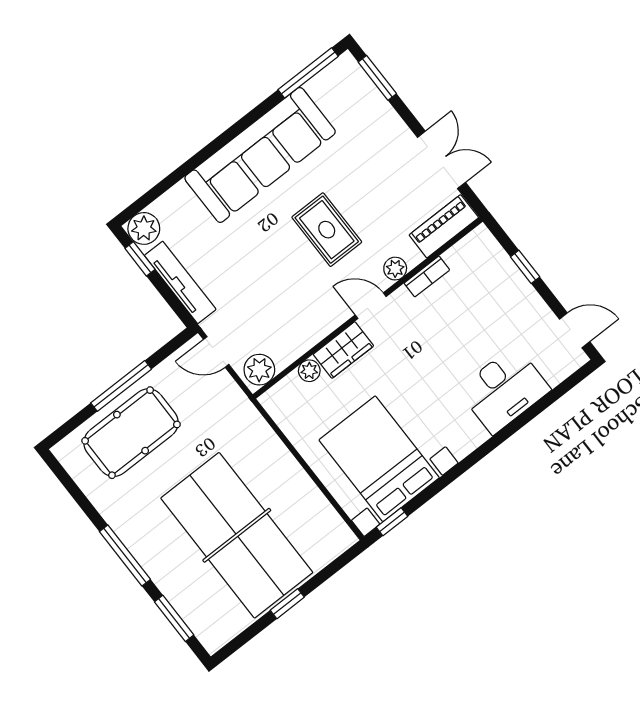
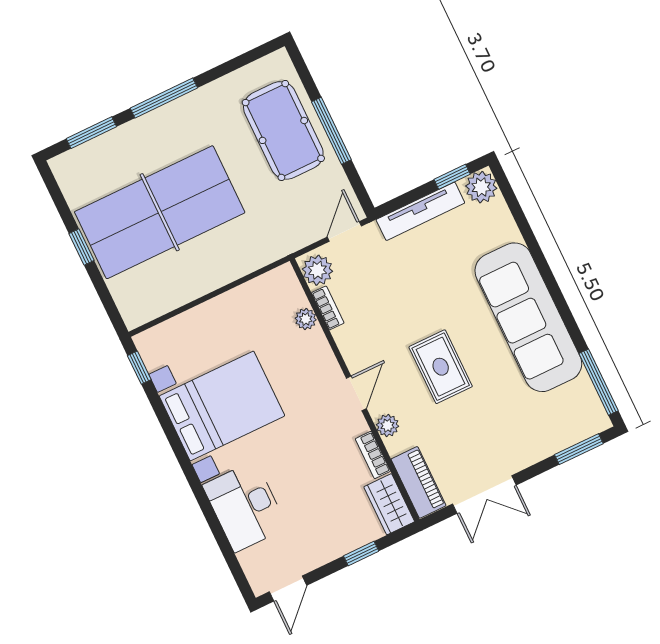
rug: (327, 230) -> (441, 367), turned 90
wardrobe: (343, 350) -> (389, 504), moved
bookcase: (294, 352) -> (328, 308), added
bed with nightstands: (379, 459) -> (222, 406), moved

